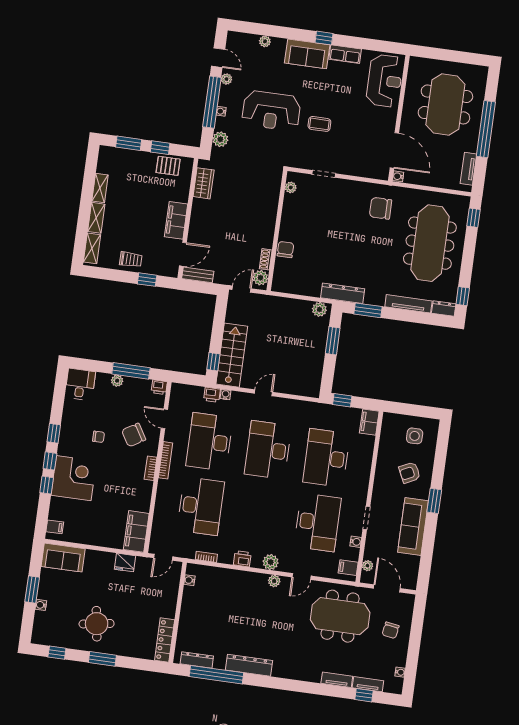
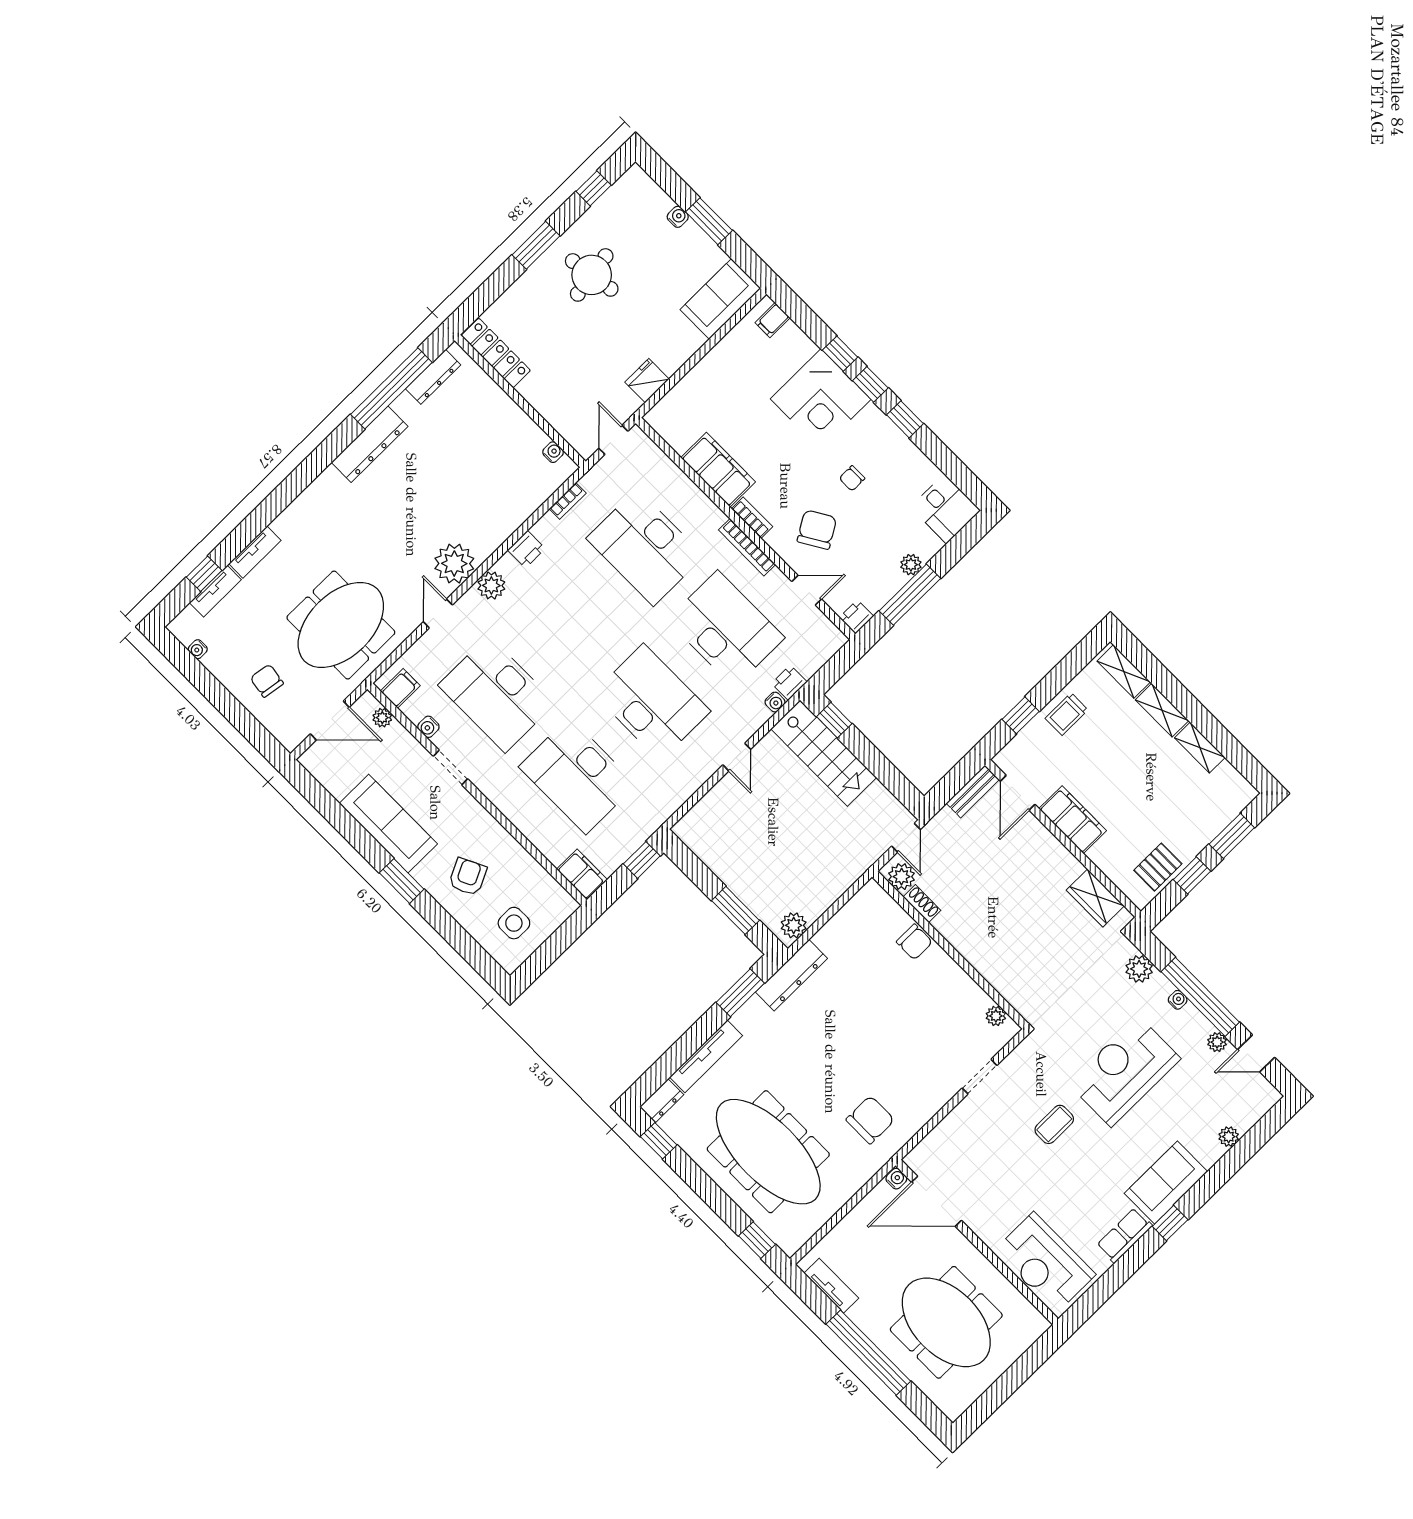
desk: (326, 458) -> (578, 776), turned 180
filing cabinet: (136, 531) -> (718, 470), moved
plant: (274, 581) -> (454, 564), width x1.87, depth x1.87

